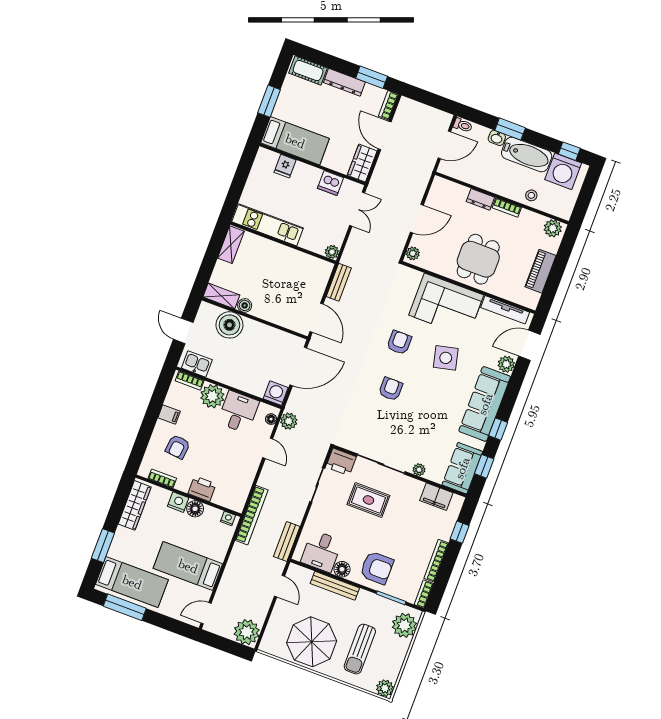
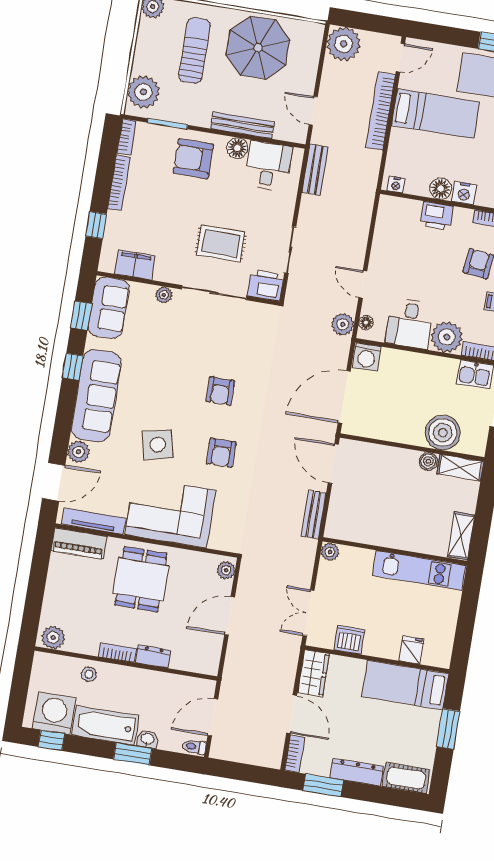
piano: (540, 271) -> (79, 544), moved, turned 90
bookcase: (252, 515) -> (381, 111), moved

